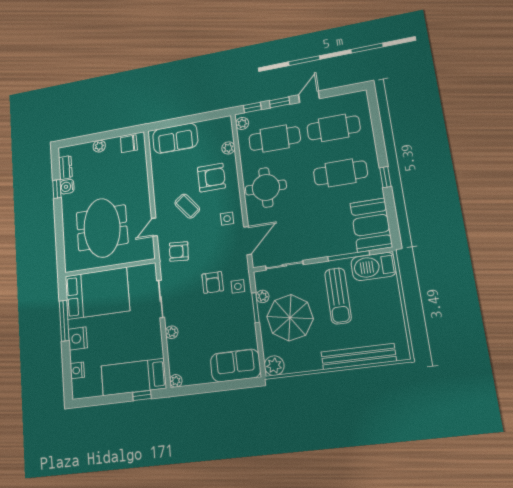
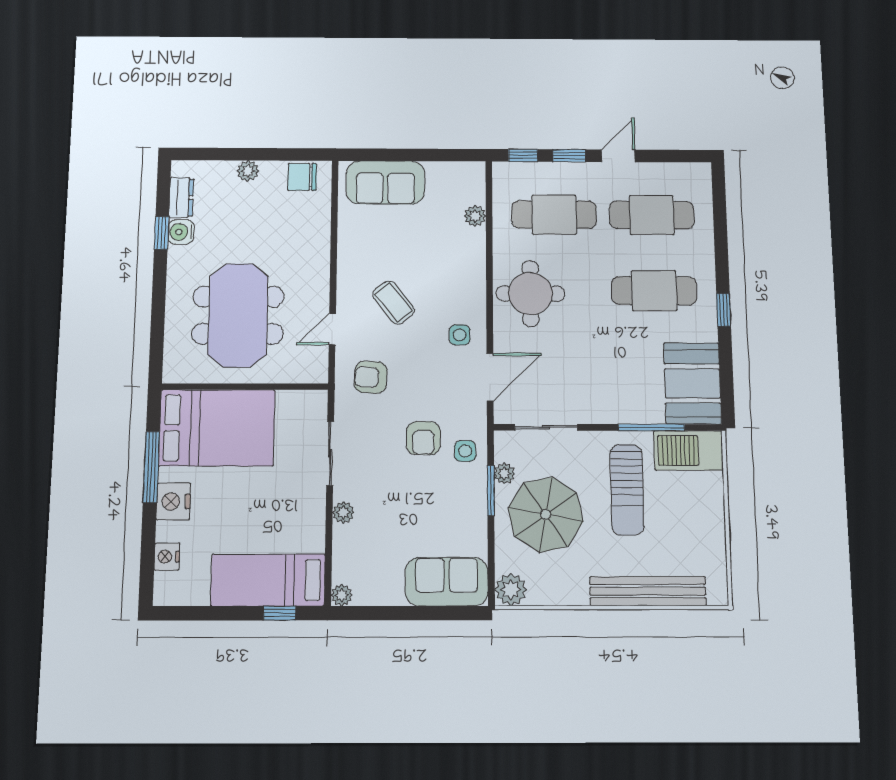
plant: (242, 123) -> (503, 179), removed
armchair: (211, 178) -> (441, 261), removed

